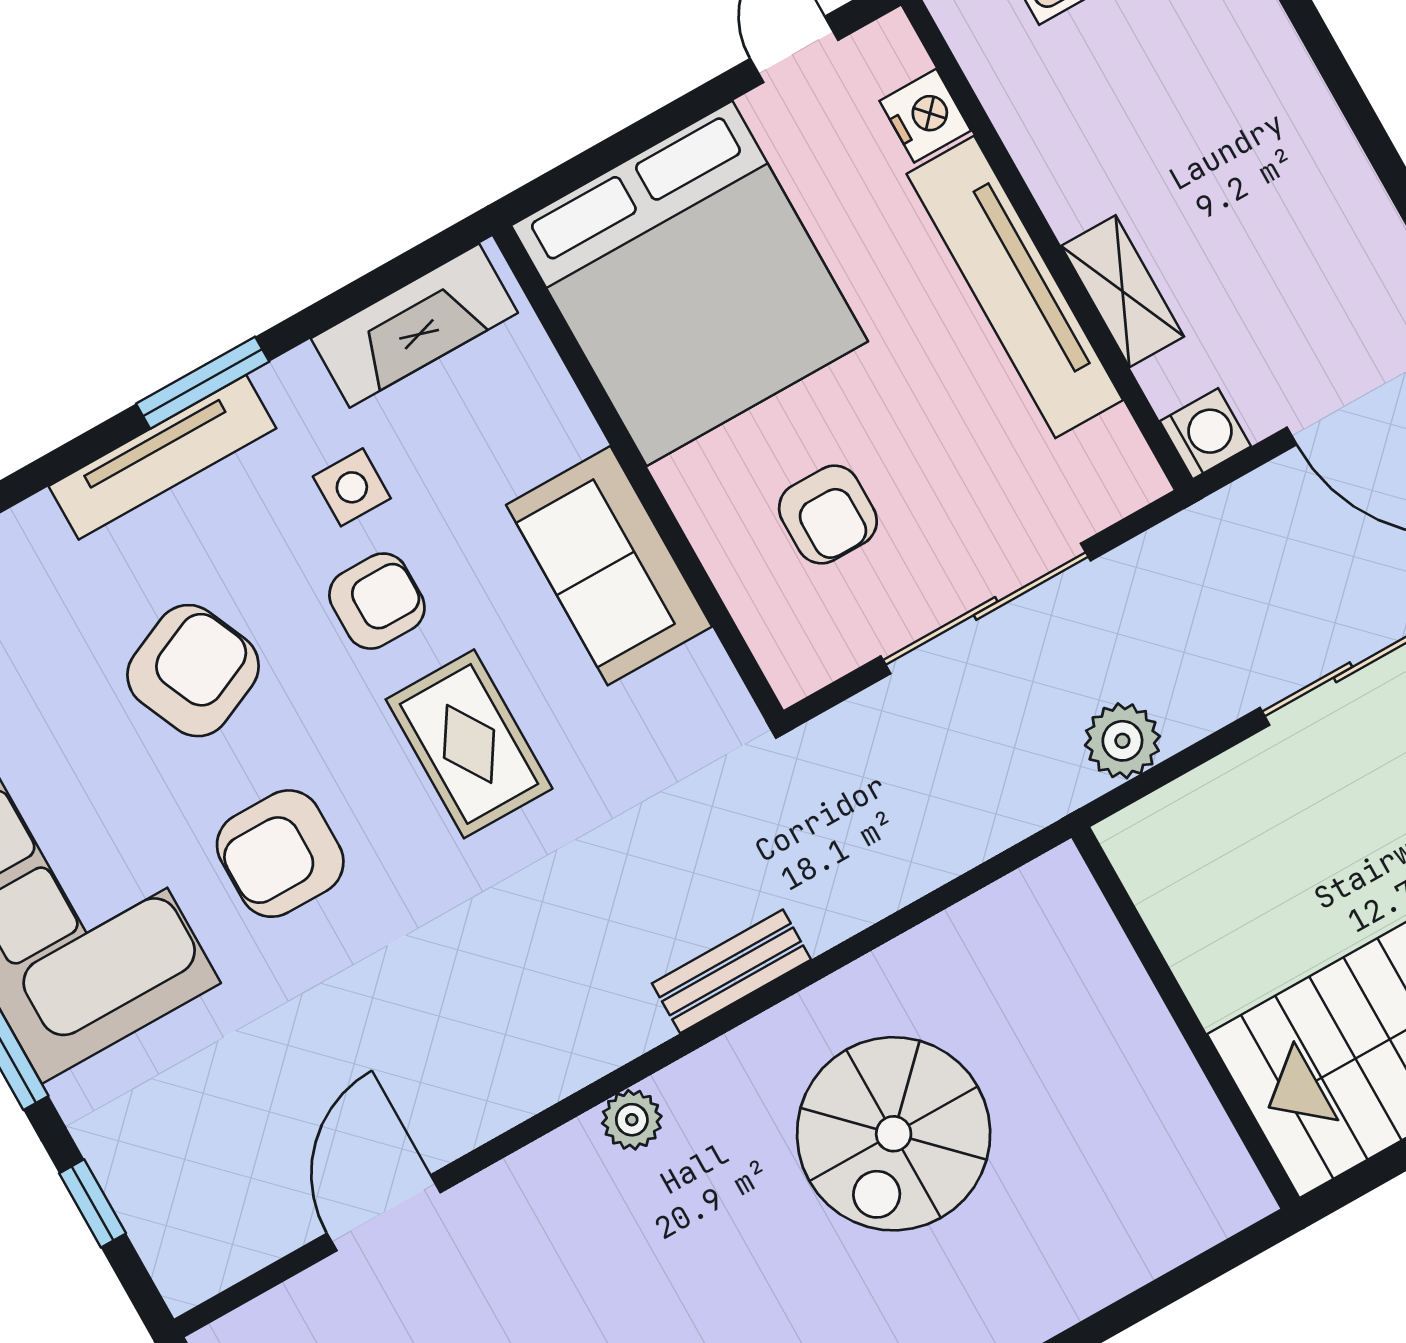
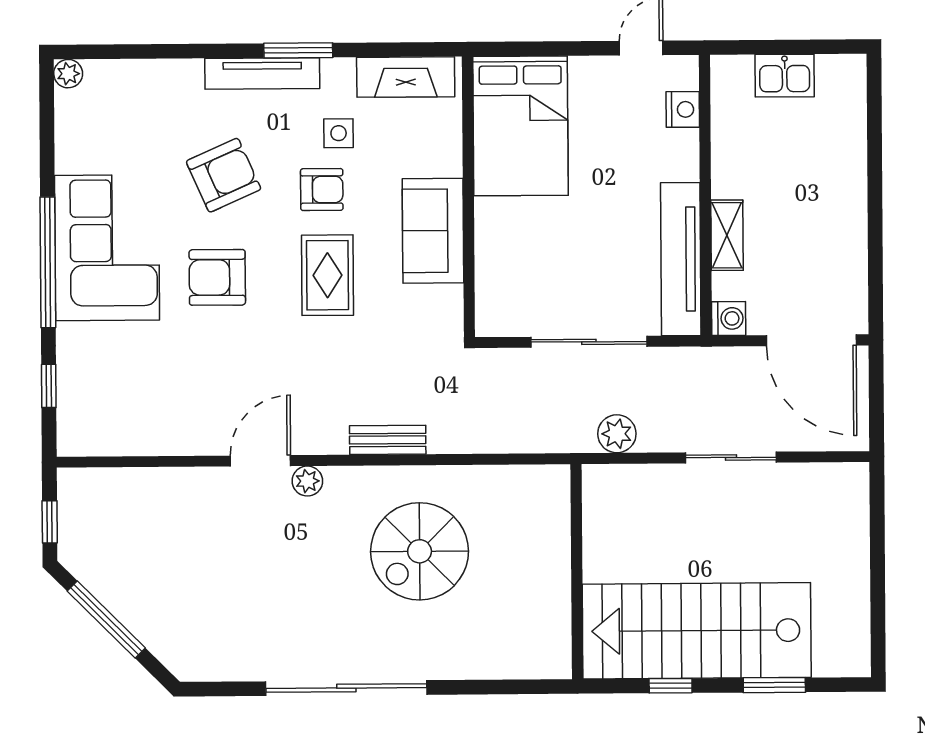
bed: (690, 283) -> (521, 126), width x0.73
tv unit: (1015, 287) -> (681, 259), moved
armchair: (828, 515) -> (542, 262), removed
door: (384, 1213) -> (260, 461), moved

